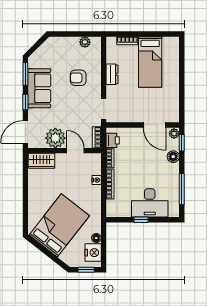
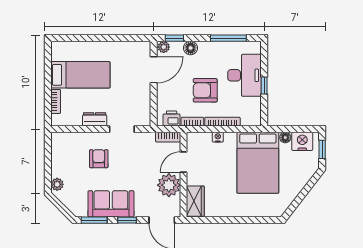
plant: (85, 42) -> (57, 184), moved
armchair: (78, 78) -> (99, 159), turned 180
doorway: (104, 109) -> (122, 129), moved
armchair: (137, 169) -> (205, 90), added
bed: (59, 225) -> (258, 163), moved, turned -128

